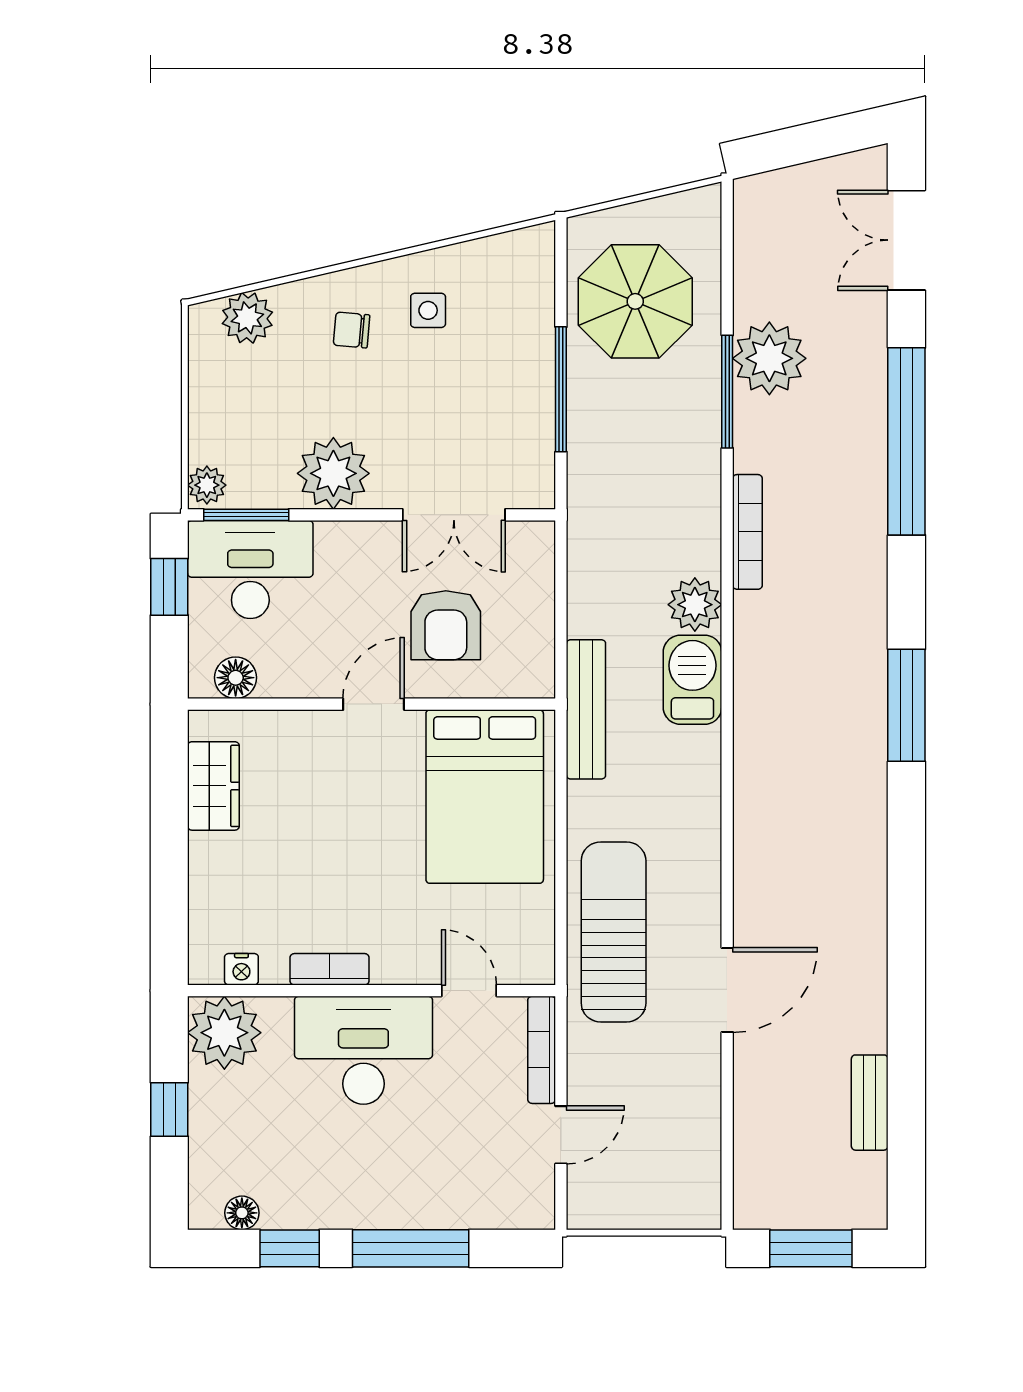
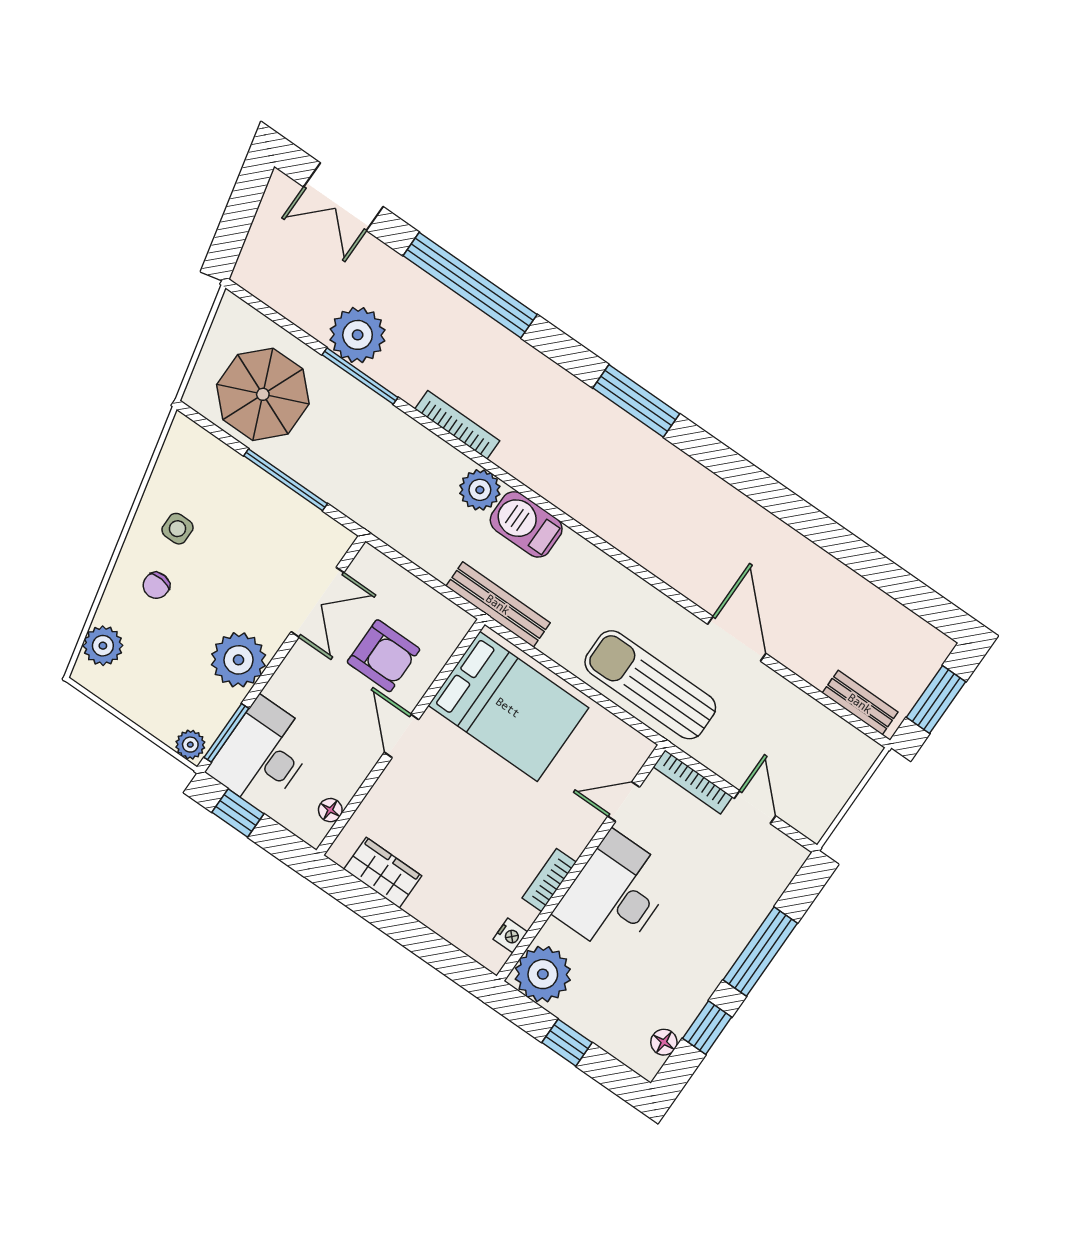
floor lamp: (236, 678) -> (330, 810), width x0.73, depth x0.73
bench: (870, 1103) -> (860, 703), moved

